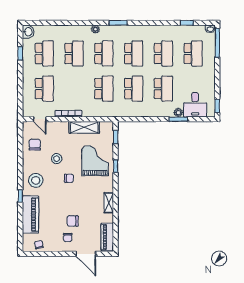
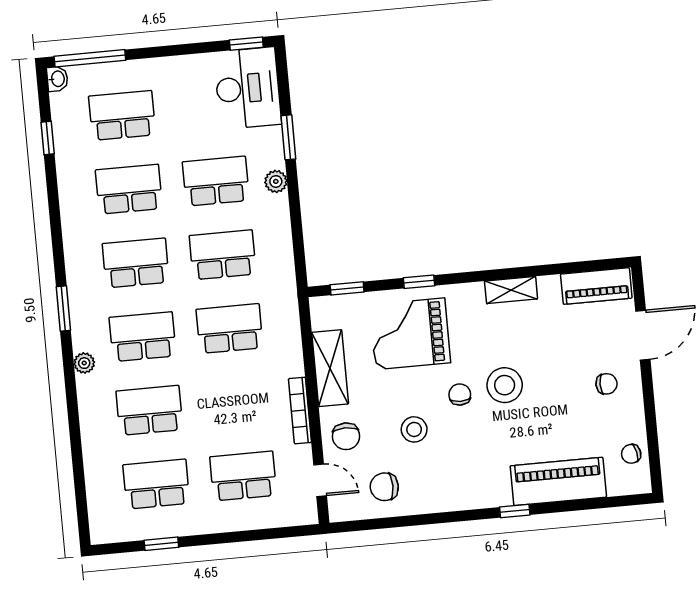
washbasin: (28, 32) -> (106, 529), removed
desk: (195, 105) -> (248, 88), width x1.37
plant: (178, 113) -> (276, 181), moved
door: (40, 119) -> (320, 480), hinge flipped
stool: (36, 180) -> (505, 385), moved
chair: (73, 221) -> (346, 436), moved

